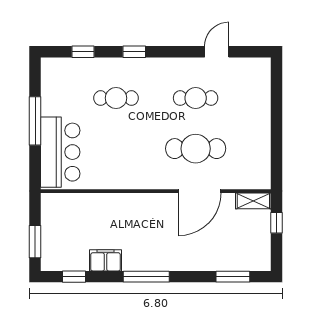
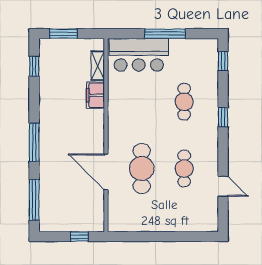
window: (83, 52) -> (223, 61), moved
shelving: (253, 201) -> (98, 66), moved
filing cabinet: (106, 260) -> (95, 95), moved, turned 180
window: (146, 277) -> (34, 142), moved
window: (233, 277) -> (34, 200), width x1.44

